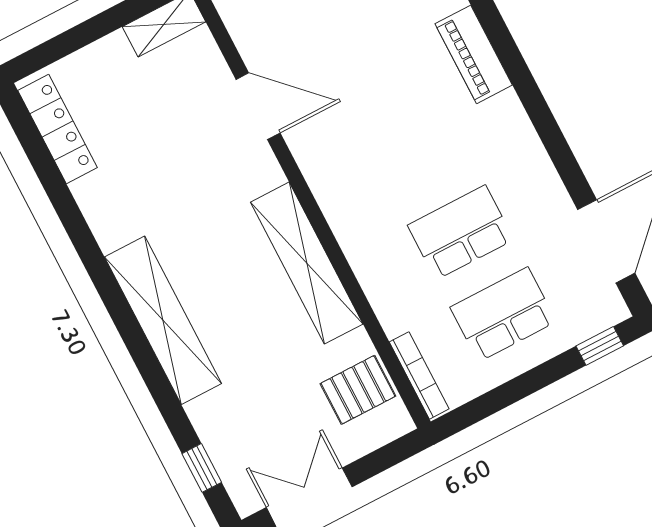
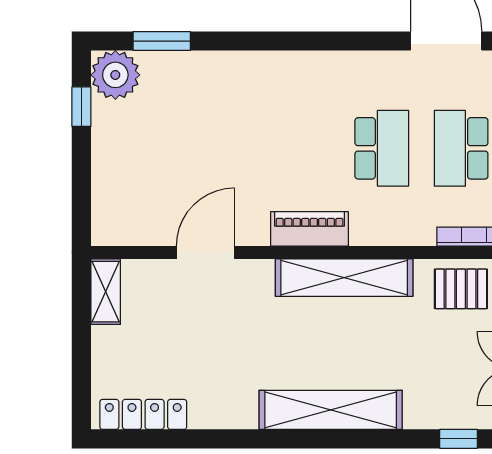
piano: (474, 54) -> (310, 229), moved, turned 180
school desk: (461, 232) -> (382, 148), turned 180
pallet: (358, 390) -> (461, 289), turned 90

